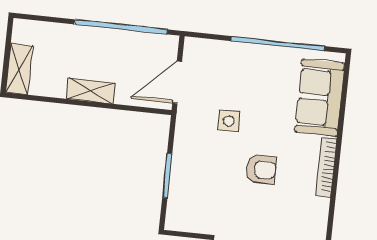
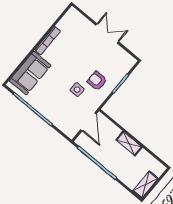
shelving: (19, 69) -> (145, 185), moved
door: (177, 82) -> (88, 122), hinge flipped
armchair: (261, 169) -> (97, 81), moved

